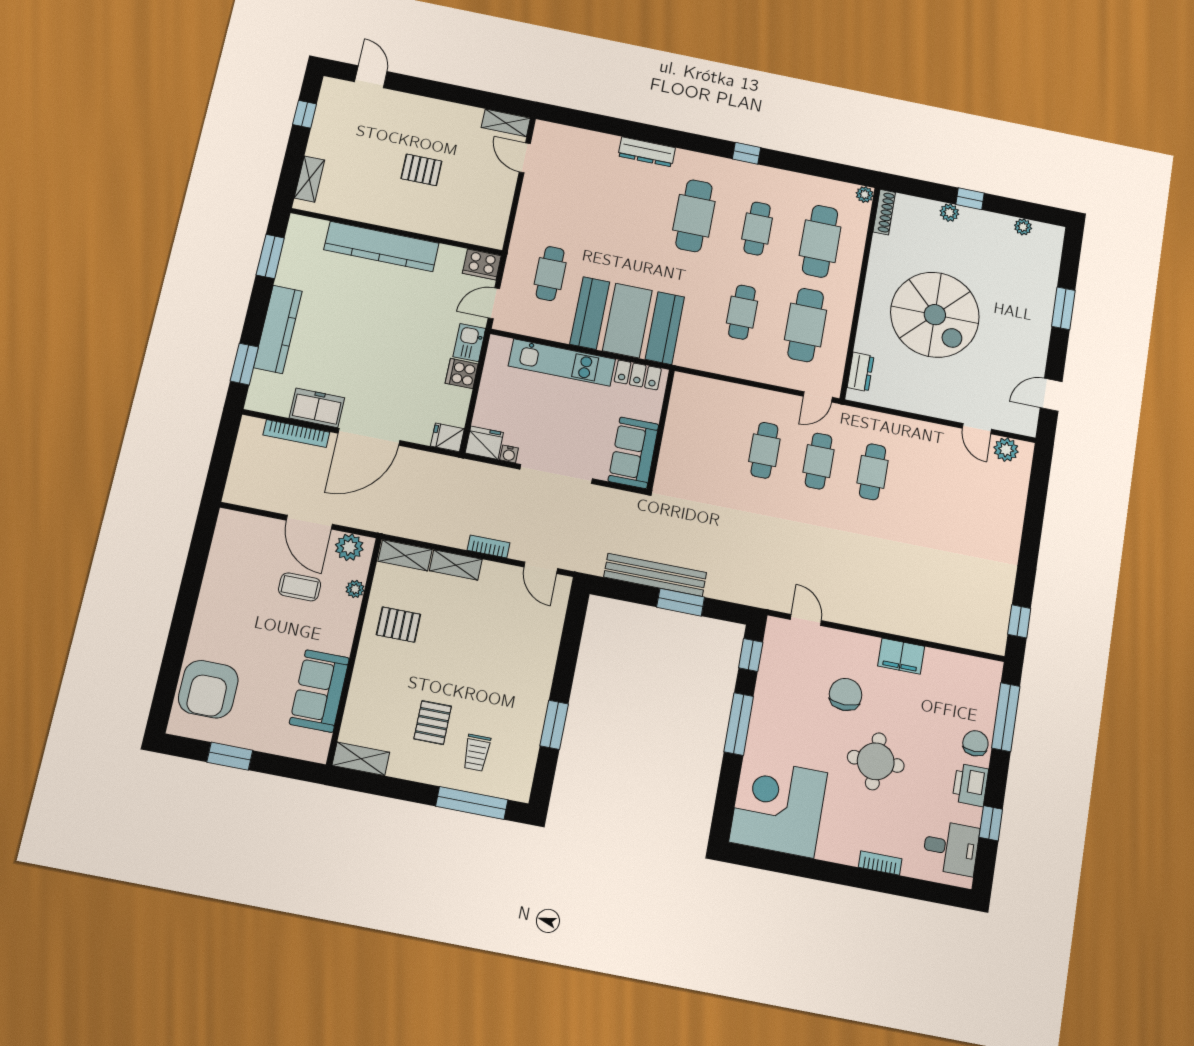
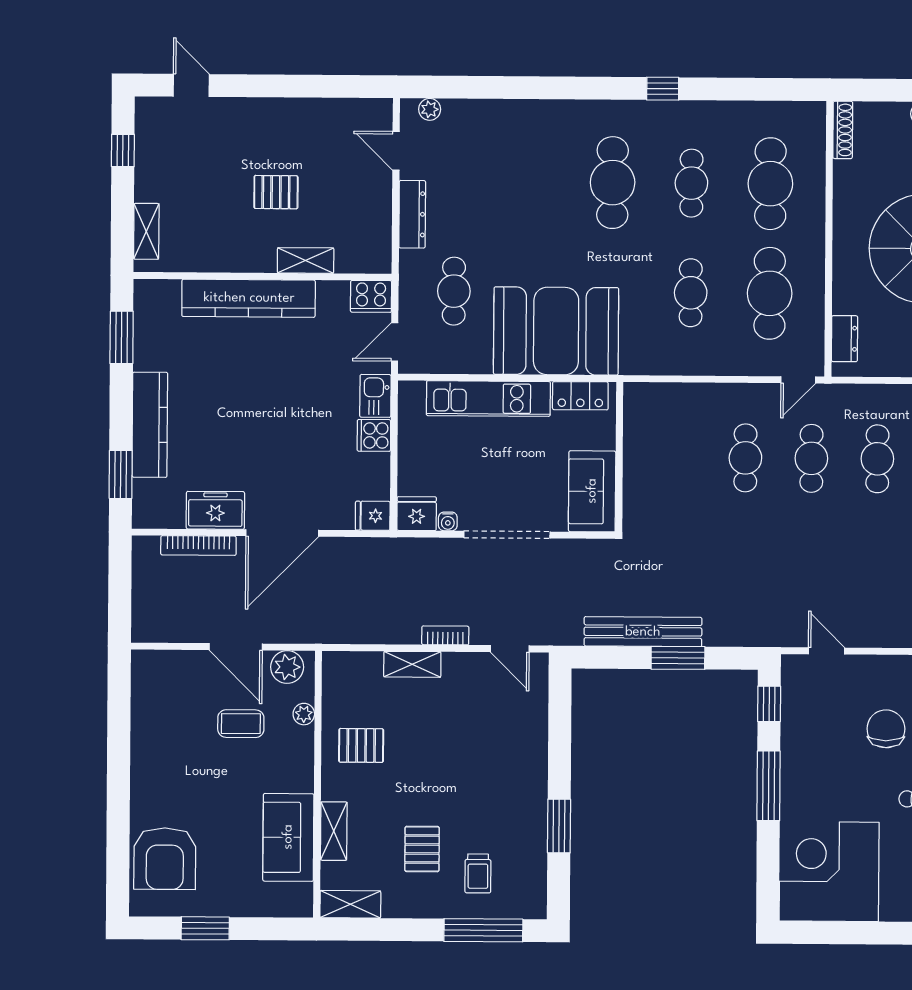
shelving: (506, 123) -> (306, 260), moved
dresser: (647, 152) -> (412, 214), moved, turned -90
plant: (865, 194) -> (430, 109), moved
shelving: (405, 555) -> (334, 831), moved, turned 90

